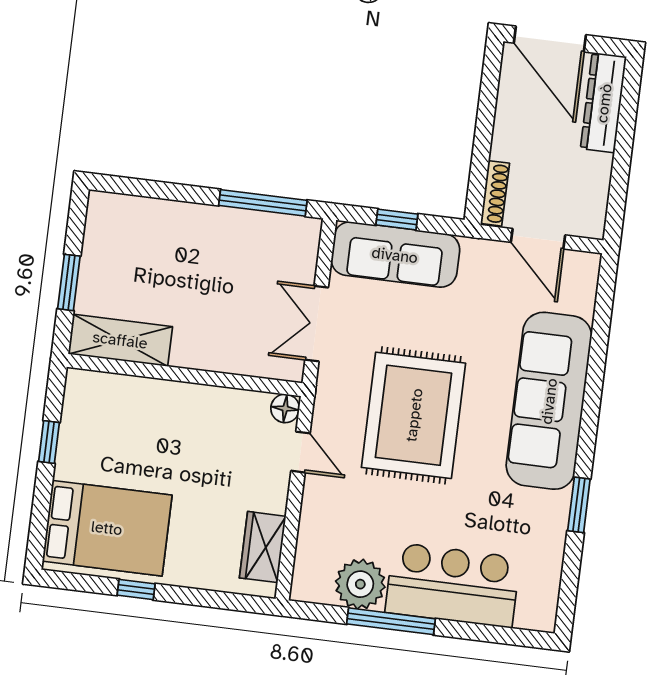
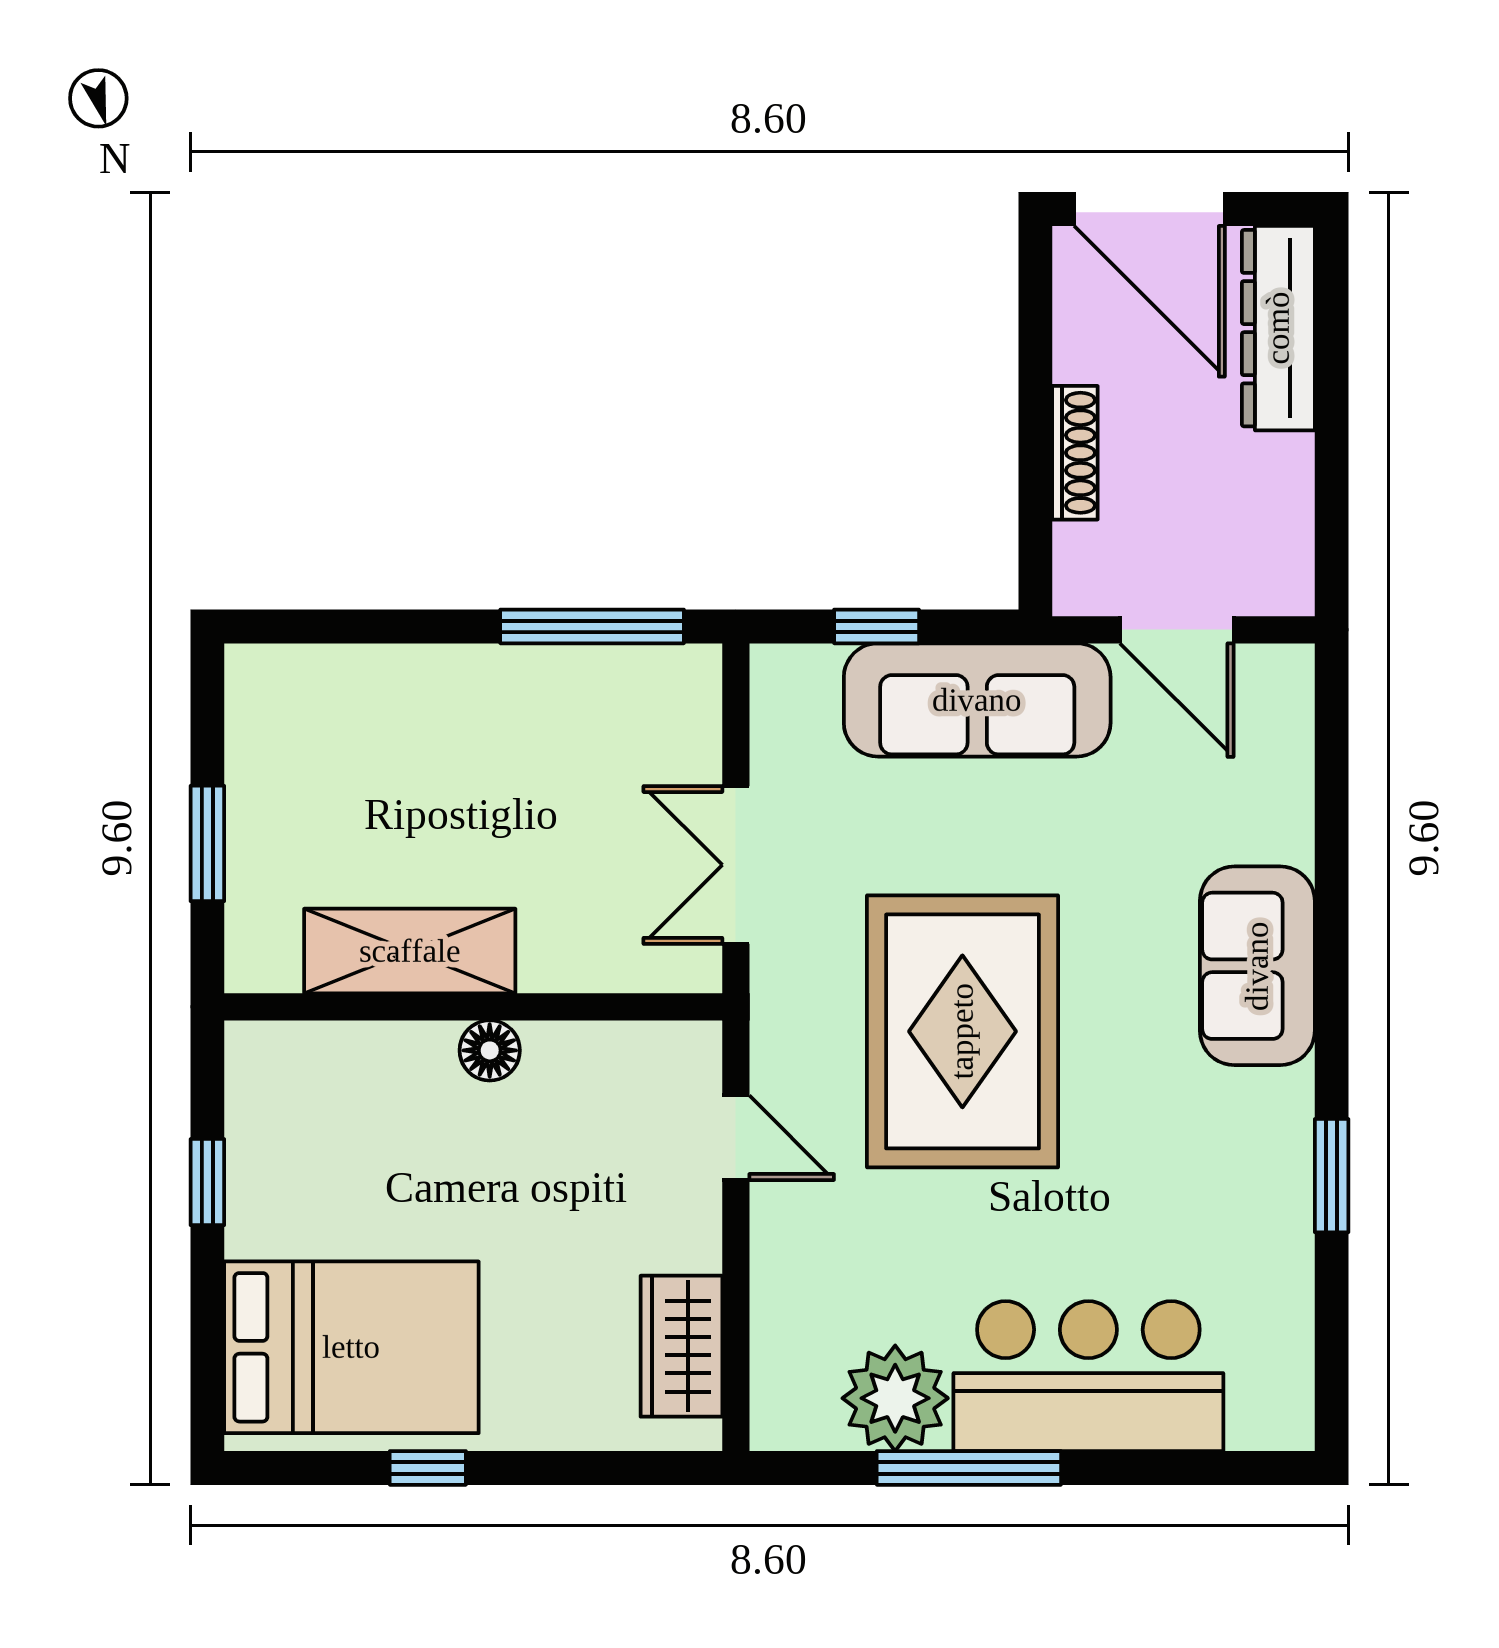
shoe rack: (495, 193) -> (1075, 453), moved
sofa: (395, 255) -> (977, 700), moved
shelving: (120, 340) -> (410, 951), moved
sofa: (549, 401) -> (1257, 966), width x0.54, depth x0.79
floor lamp: (285, 408) -> (490, 1050), moved

